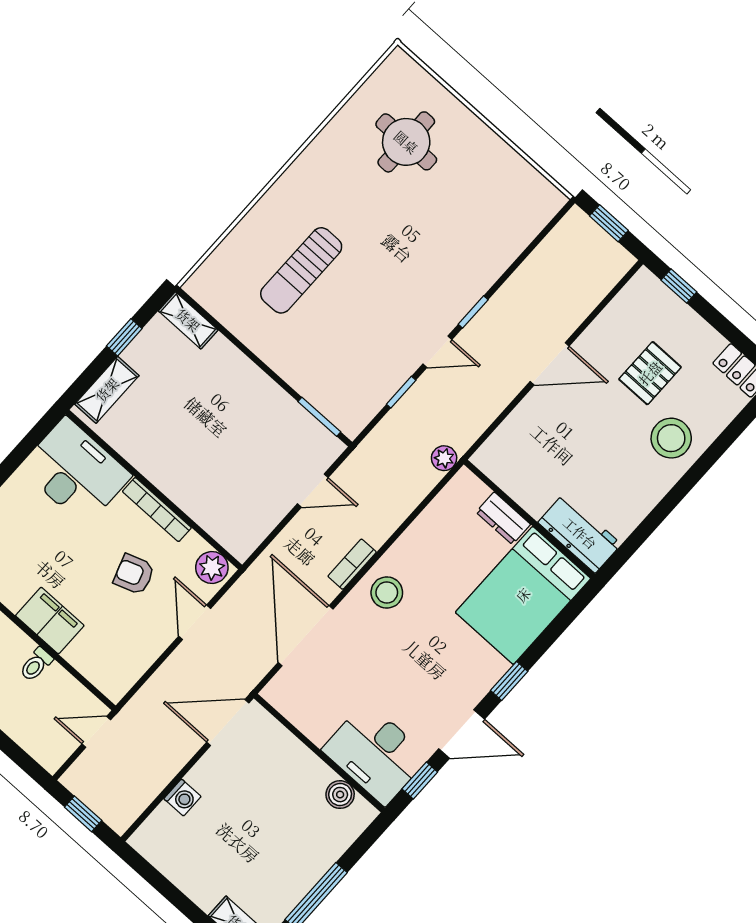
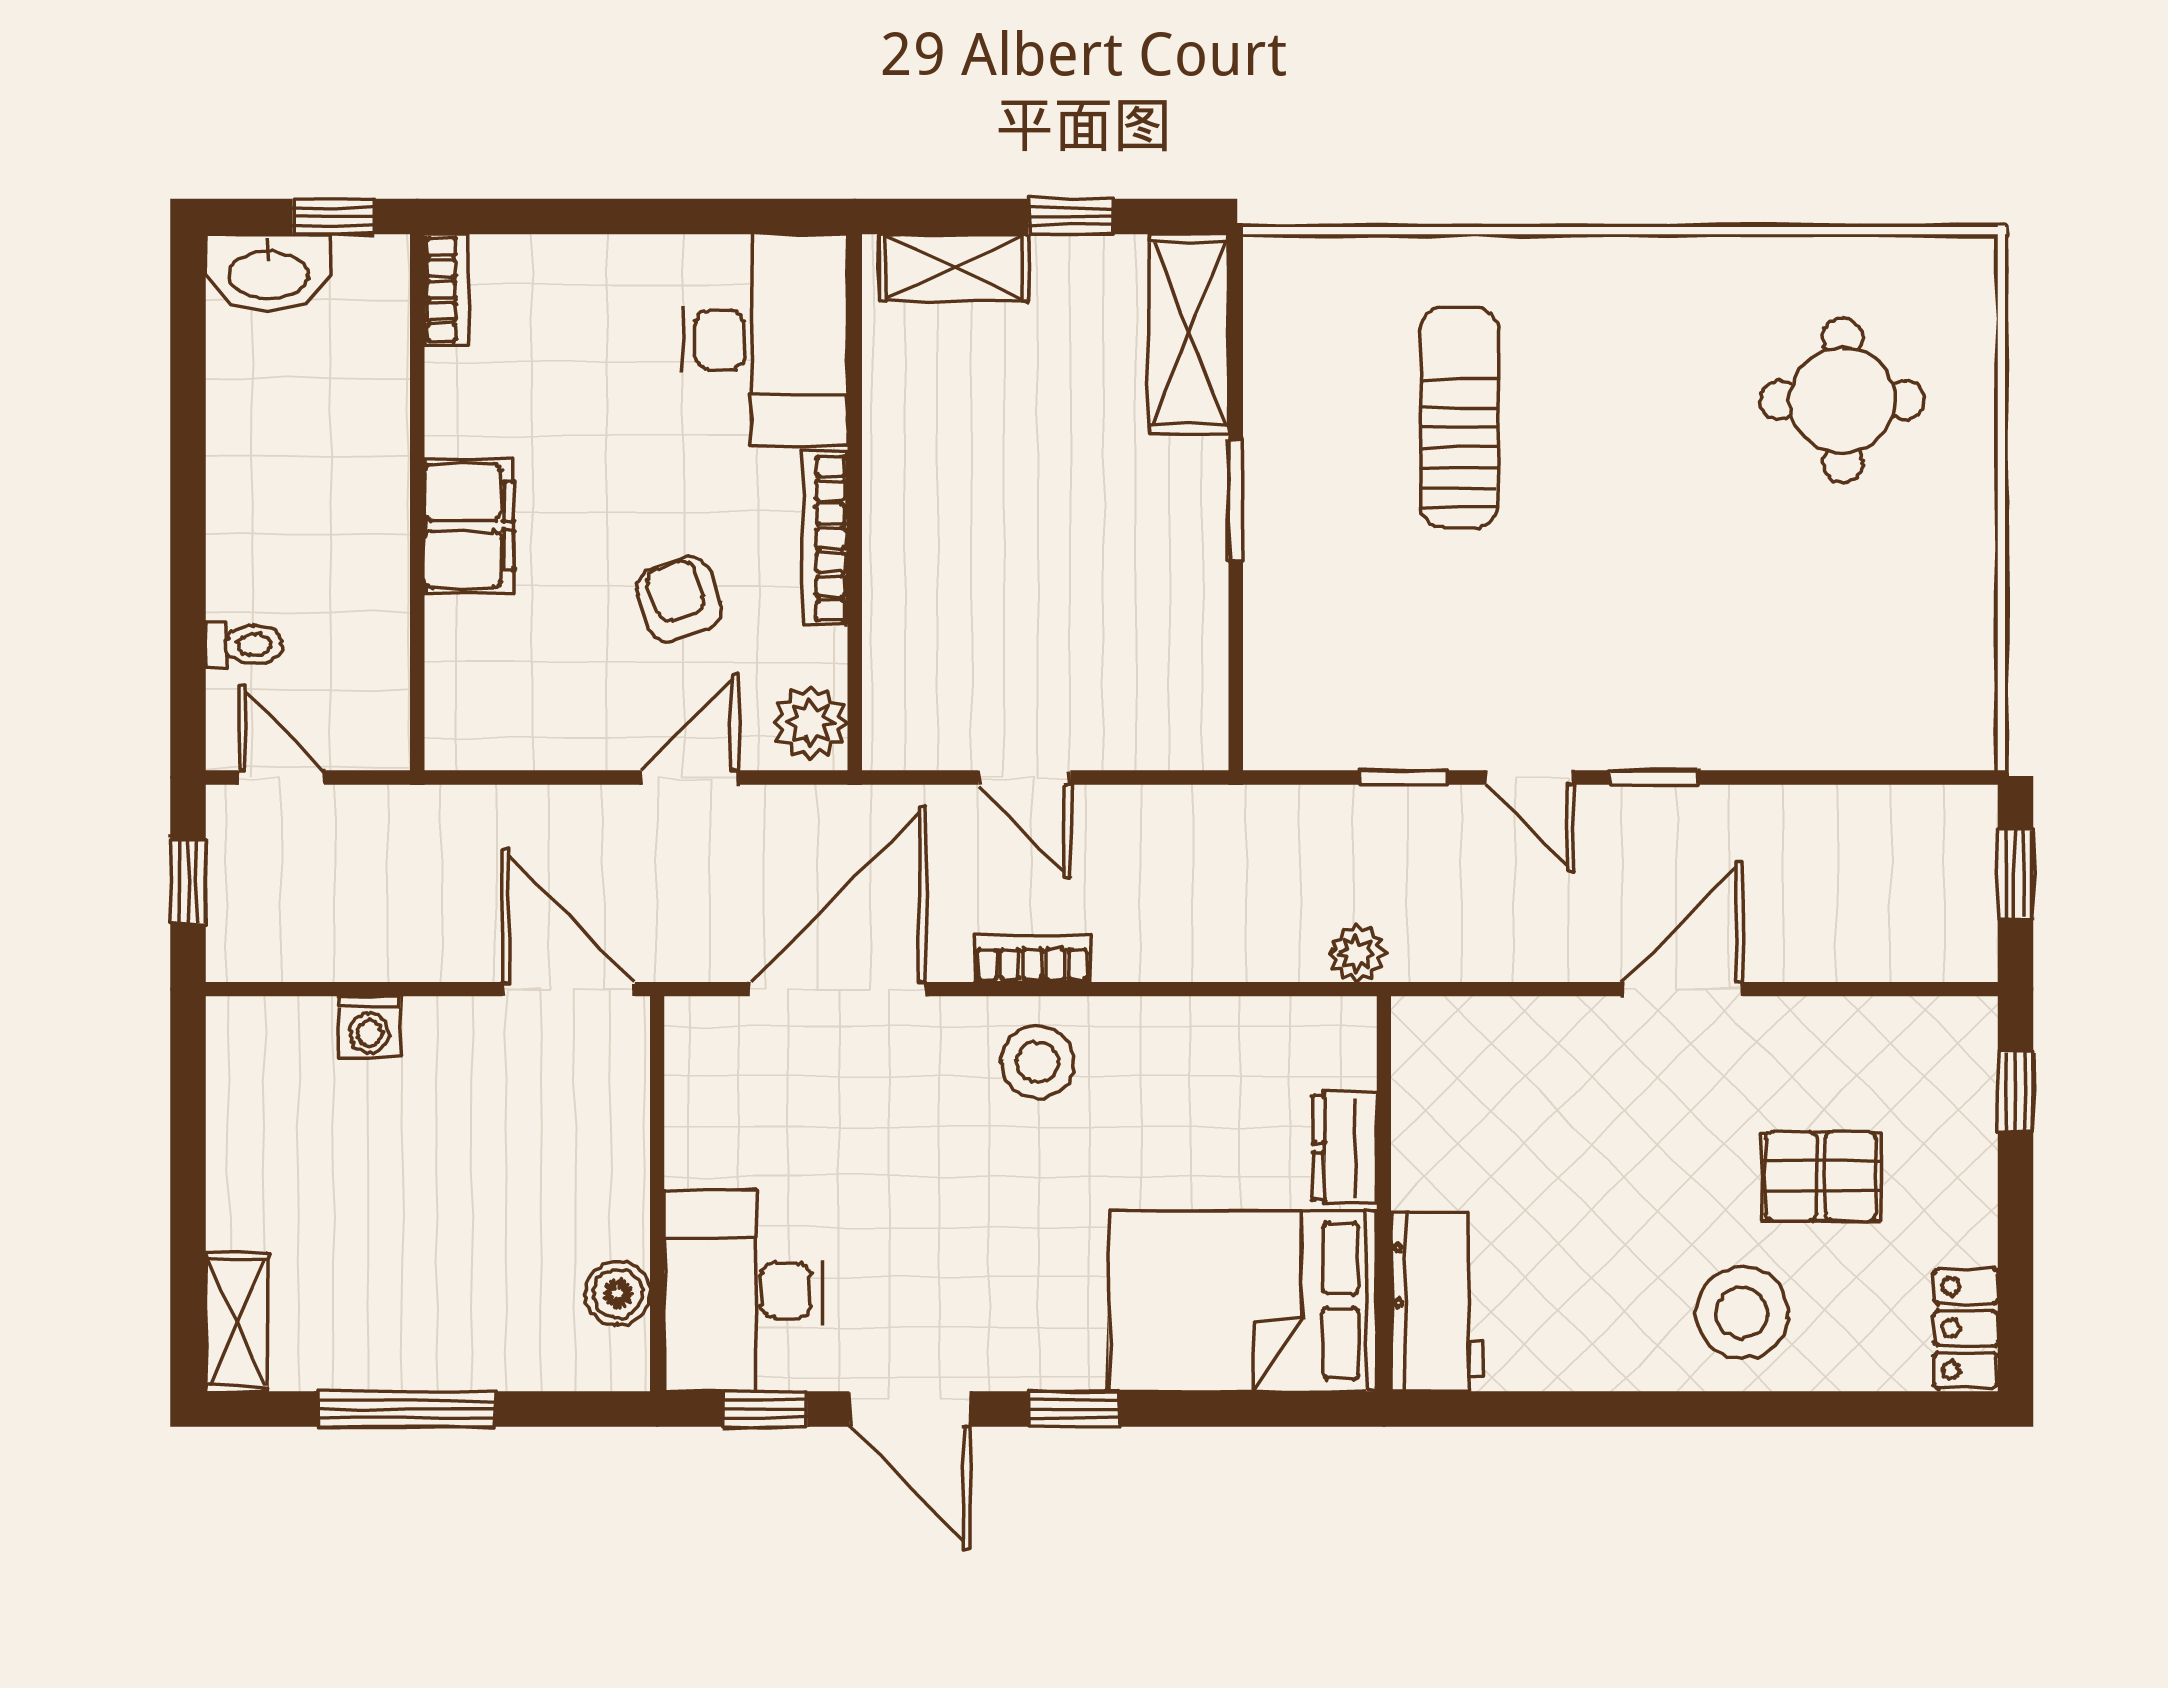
sun lounger: (301, 270) -> (1459, 418), turned 90
shelving: (188, 320) -> (1189, 334), width x1.50, depth x1.33
door: (550, 364) -> (1682, 989), swing flipped
window: (319, 417) -> (1236, 500), moved
door: (313, 491) -> (1024, 777), moved
toilet: (36, 664) -> (244, 644), moved, turned 180
door: (96, 732) -> (281, 777), moved

